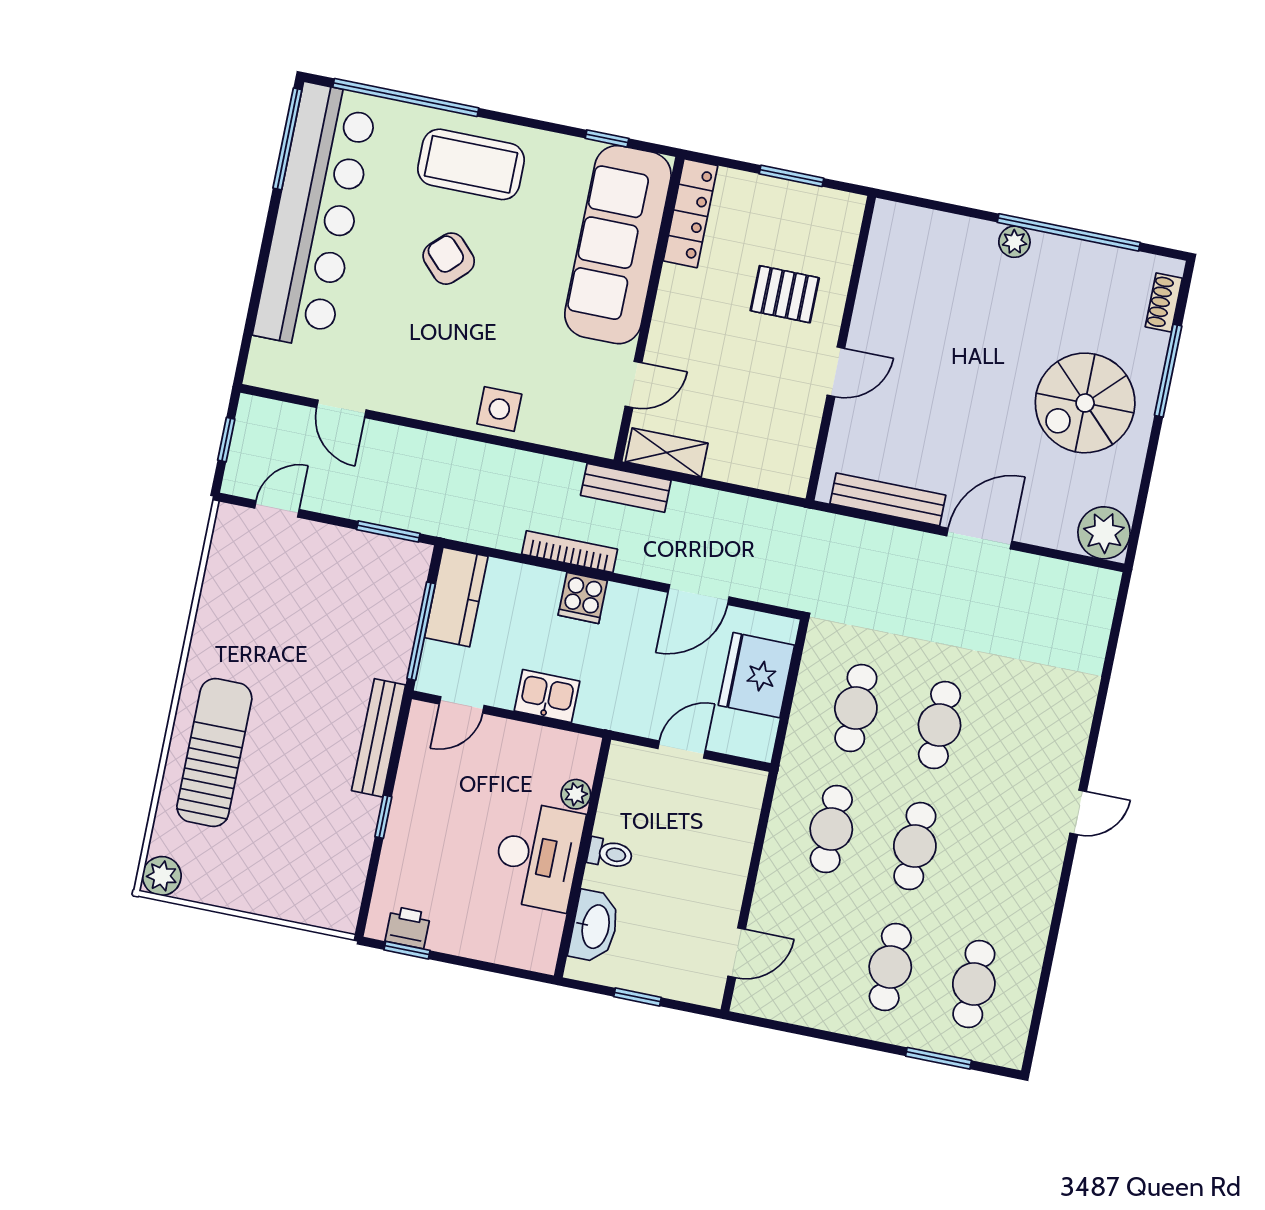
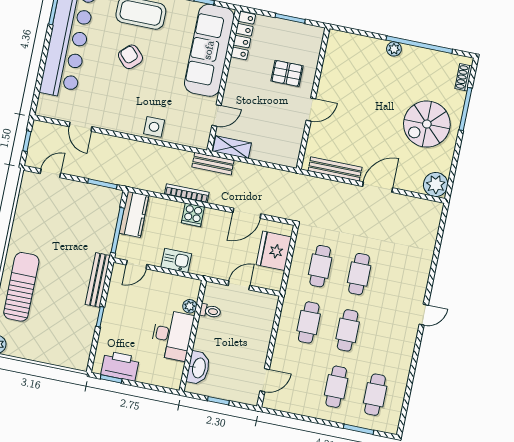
toilet: (610, 854) -> (210, 311), moved
printer: (408, 927) -> (120, 366), width x1.87, depth x1.48

